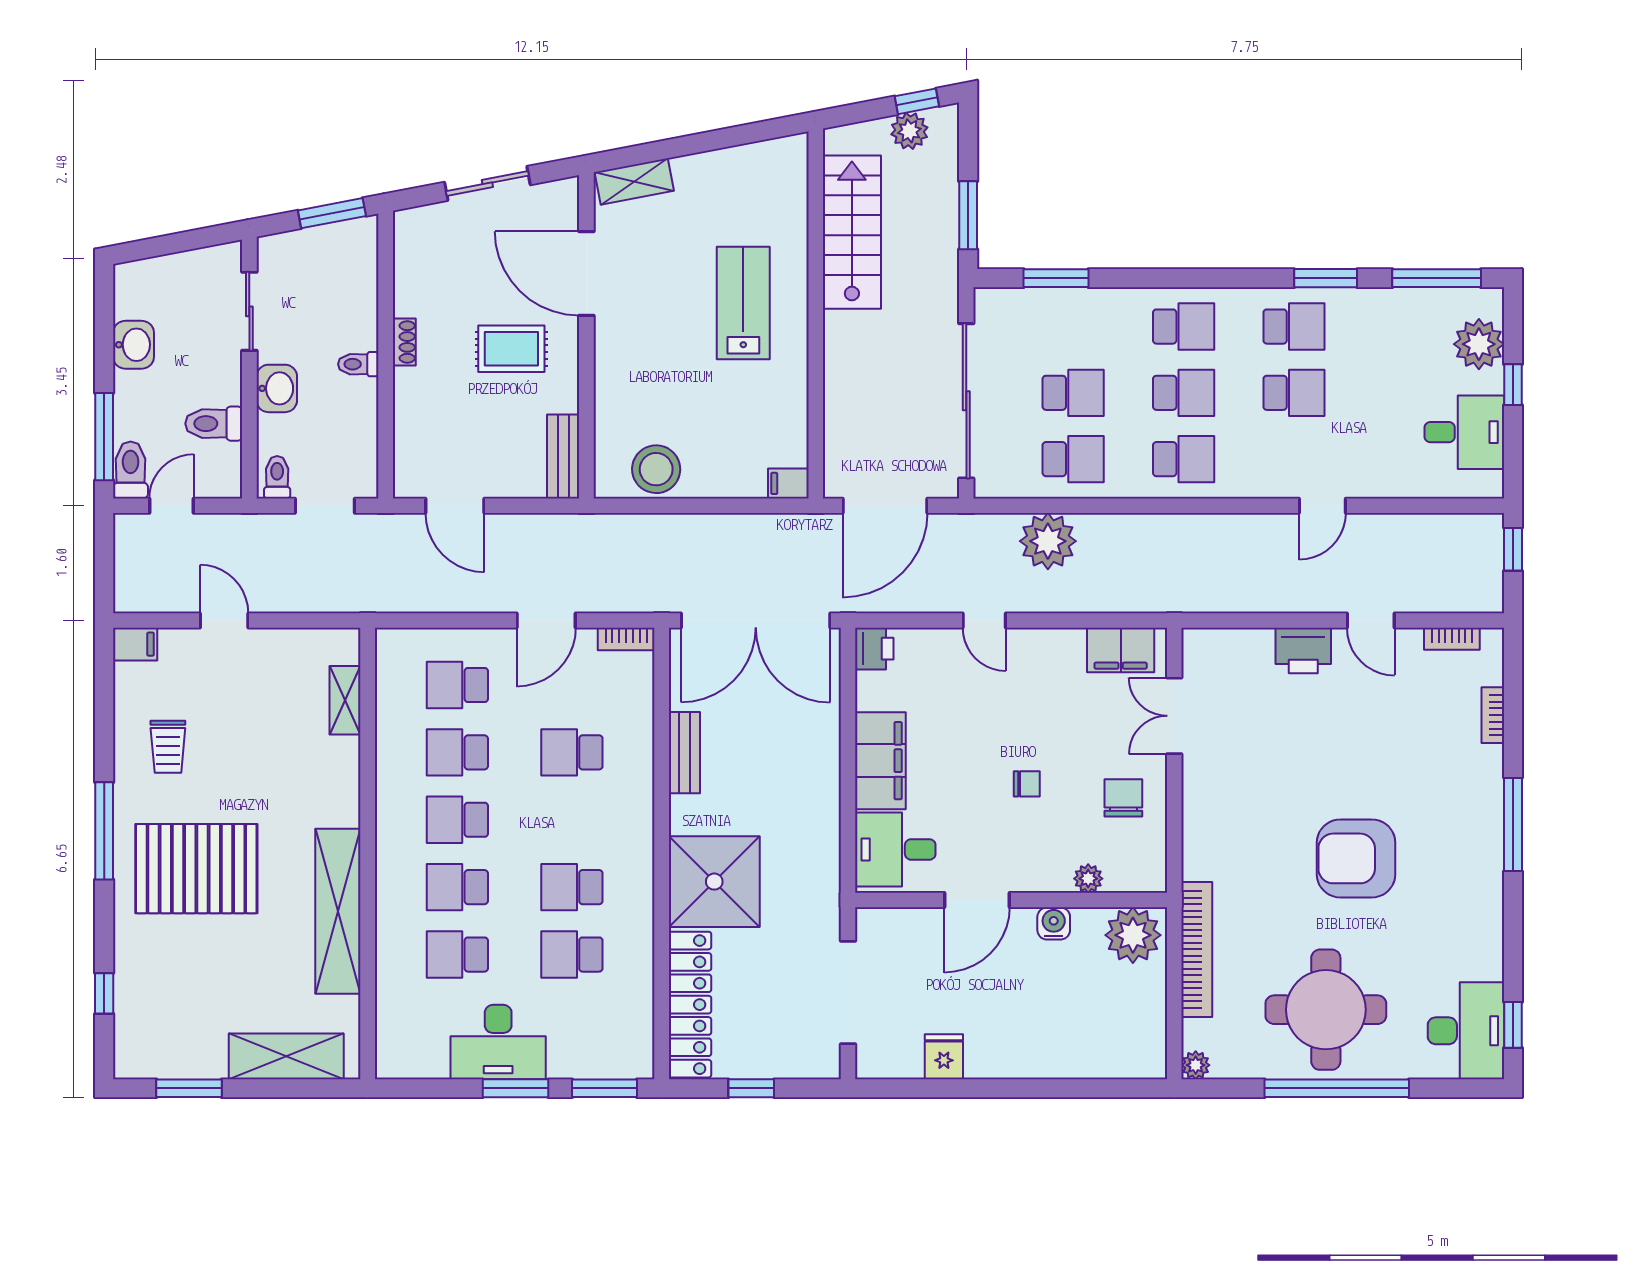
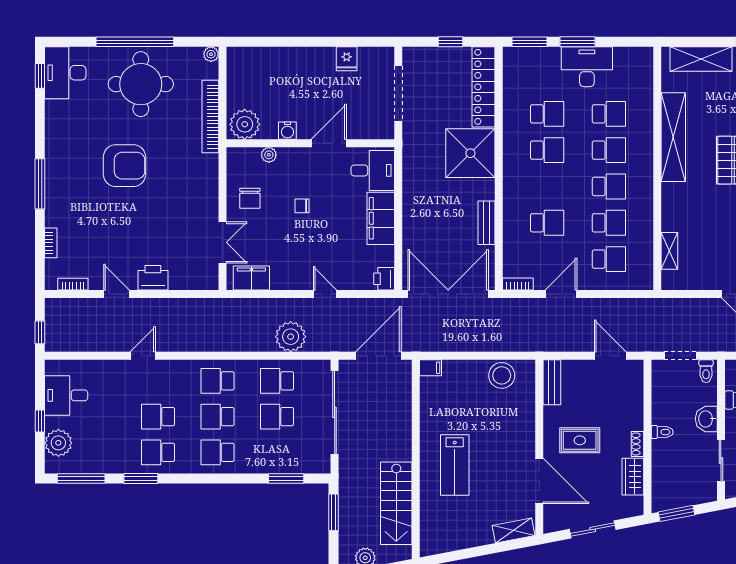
wardrobe: (413, 281) -> (633, 477), added

